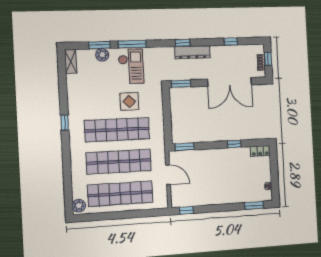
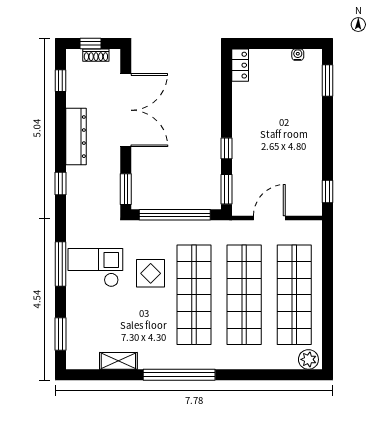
window: (231, 42) -> (60, 81), moved
window: (99, 45) -> (60, 334), moved
dresser: (192, 52) -> (76, 137), moved
plant: (102, 55) -> (76, 312), removed
shelving: (71, 61) -> (118, 361), moved
window: (167, 115) -> (175, 215), added
window: (65, 123) -> (179, 375), width x3.17
window: (234, 144) -> (226, 148), moved

